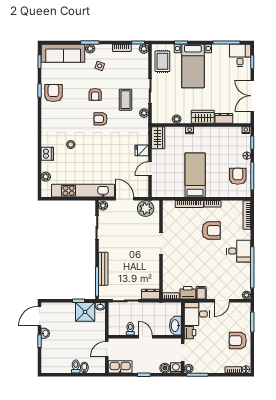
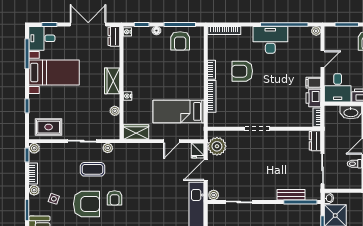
plant: (90, 49) -> (34, 190), moved
bed with nightstands: (193, 66) -> (54, 72), moved
armchair: (95, 94) -> (87, 204), width x1.88, depth x1.88
double door: (252, 96) -> (88, 24), swing flipped
dresser: (224, 118) -> (114, 36), moved
fridge: (142, 150) -> (198, 151), moved
door: (150, 169) -> (171, 141), hinge flipped
bed: (195, 175) -> (179, 111), moved
armchair: (238, 176) -> (180, 41), turned -90
armchair: (211, 231) -> (242, 71), turned -90
desk: (239, 251) -> (270, 40), width x1.37
bench: (103, 269) -> (291, 195), width x0.73
door: (222, 301) -> (323, 59), hinge flipped

